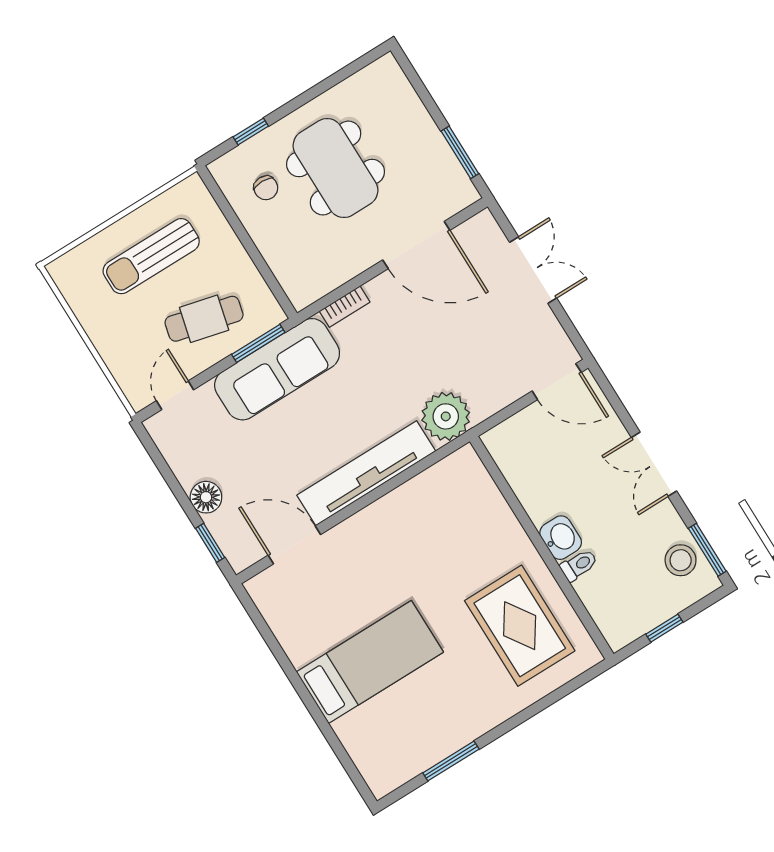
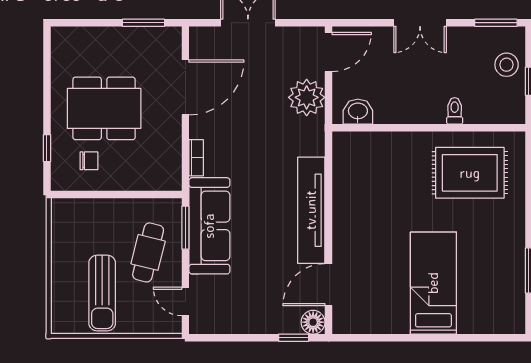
sun lounger: (151, 256) -> (102, 293), moved
plant: (446, 416) -> (307, 97), moved
floor lamp: (206, 497) -> (313, 322), moved
washbasin: (561, 538) -> (358, 112), moved
stool: (681, 560) -> (507, 65), moved

